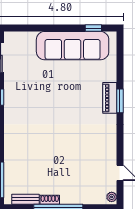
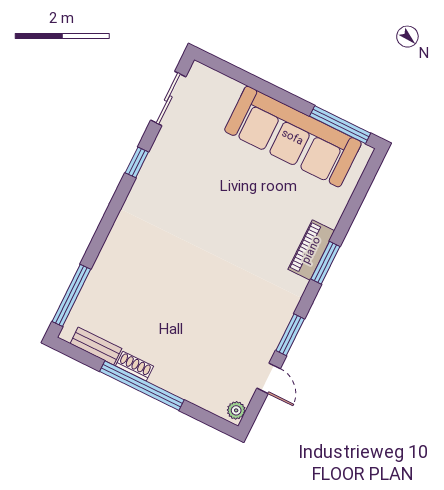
window: (93, 28) -> (340, 125), width x2.17
window: (120, 146) -> (290, 335), added

